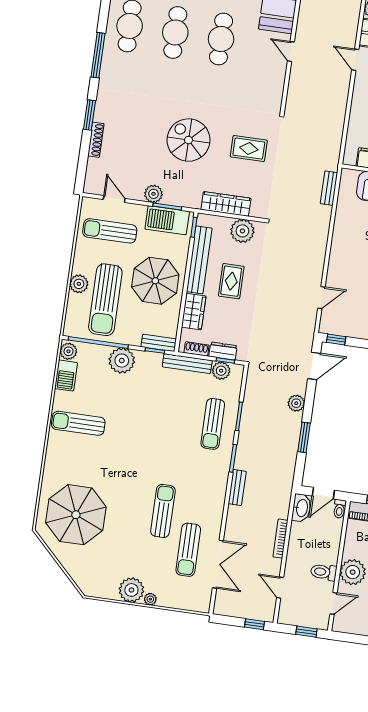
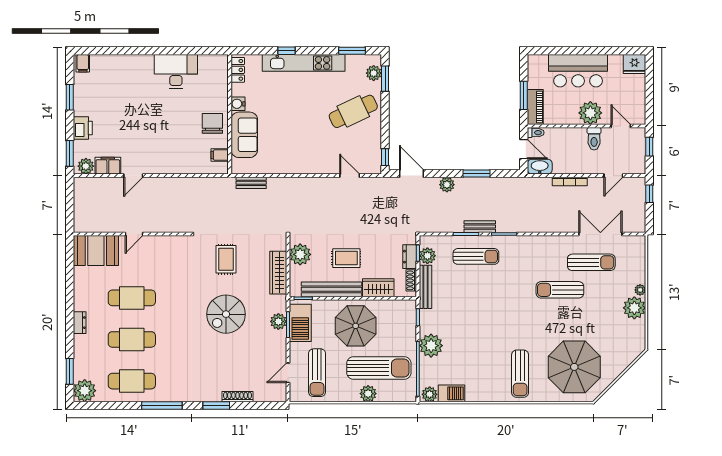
plant: (153, 194) -> (278, 321), moved
bench: (159, 343) -> (411, 315), removed
sun lounger: (78, 423) -> (520, 374), moved
bench: (237, 487) -> (480, 227), moved

